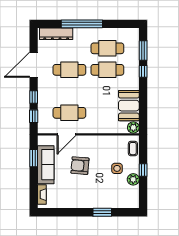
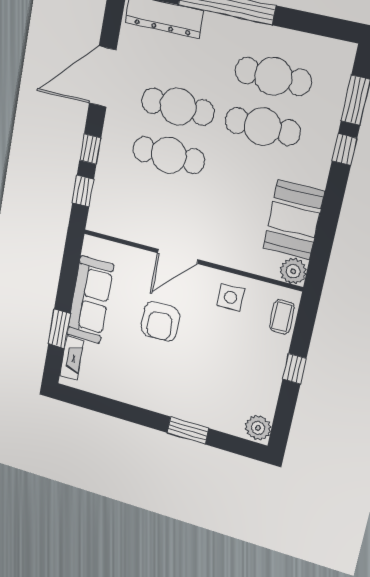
cafe table: (69, 113) -> (169, 155), moved
door: (67, 134) -> (178, 256), moved
window: (34, 158) -> (59, 329), moved
armchair: (80, 166) -> (160, 321), turned -95
side table: (117, 168) -> (230, 297), moved
plant: (133, 179) -> (258, 428), moved

